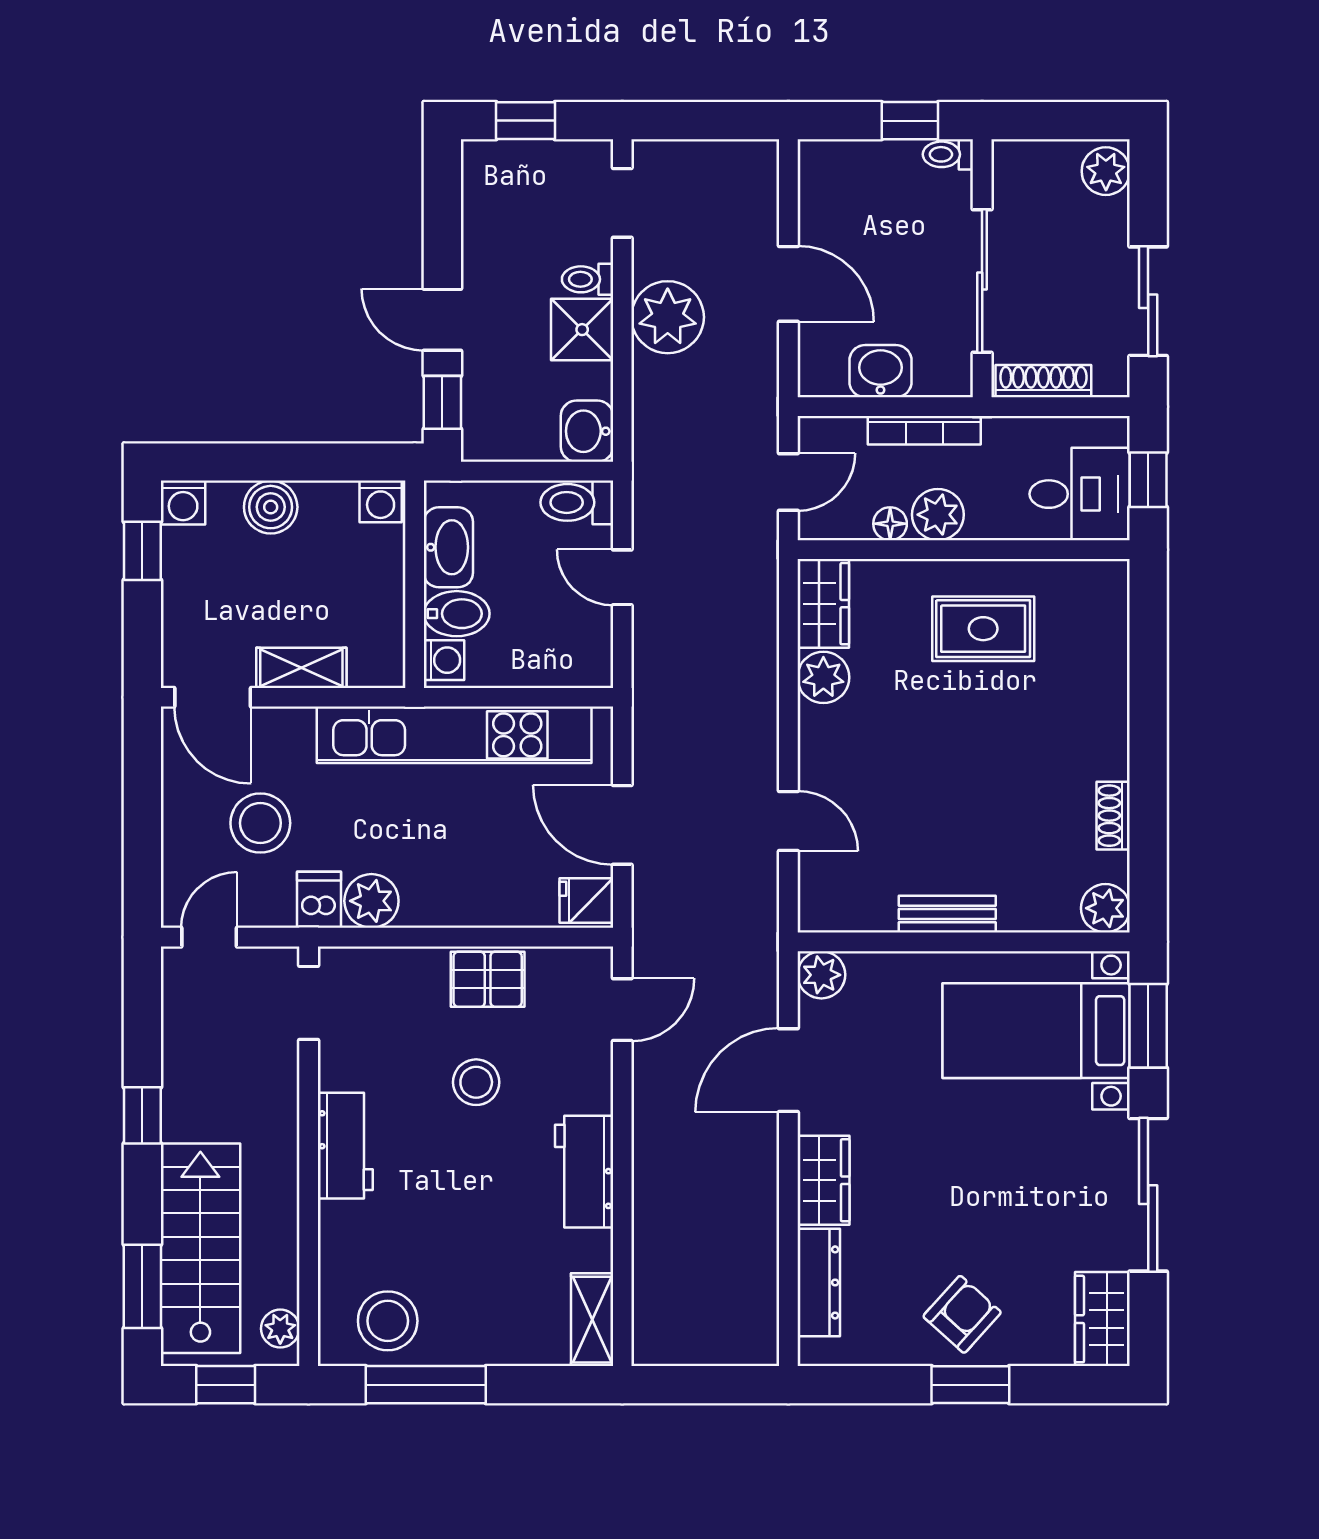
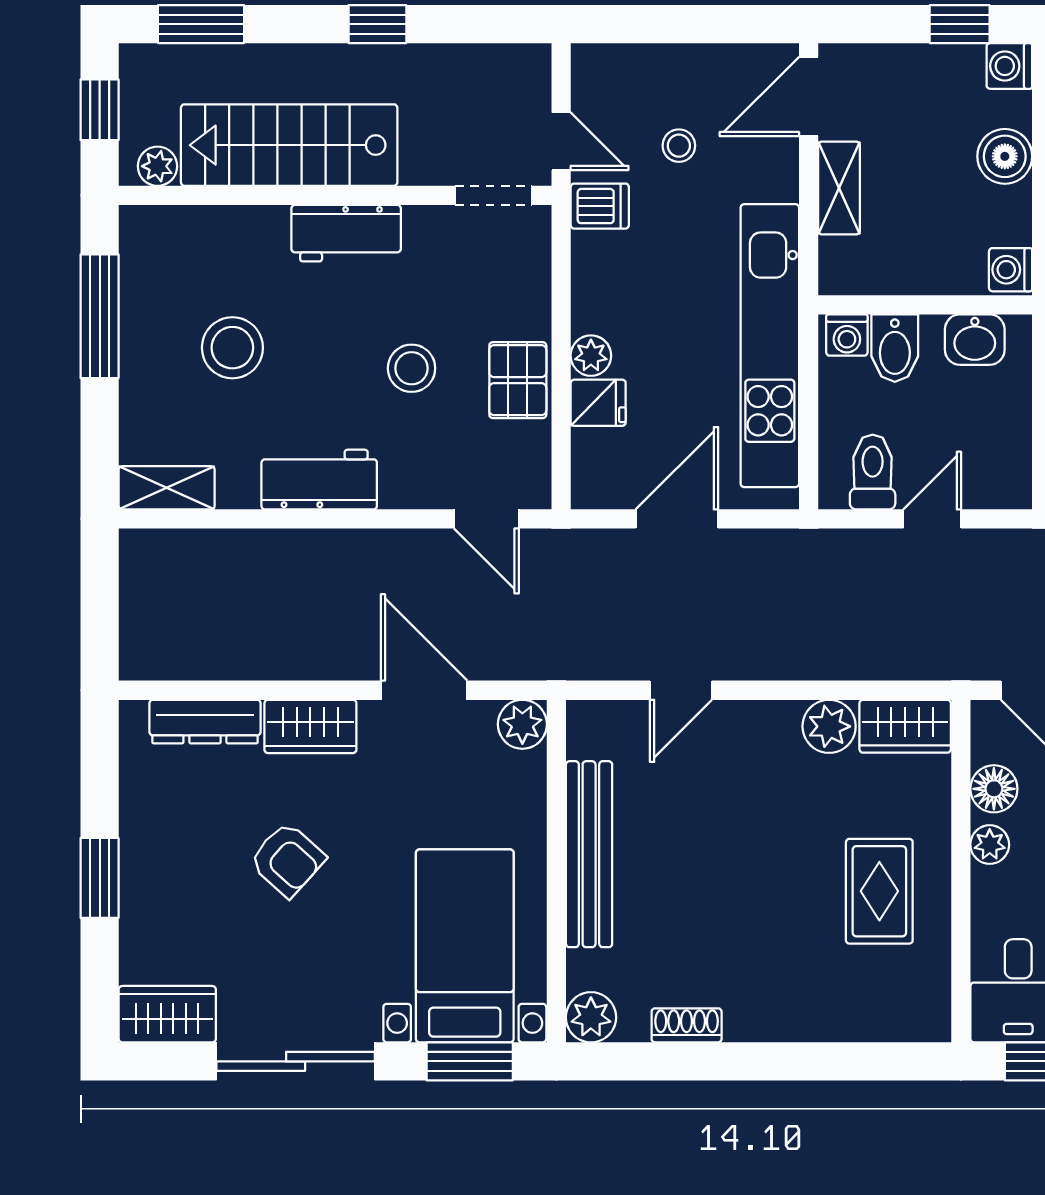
toilet: (577, 502) -> (873, 472), moved
plant: (938, 515) -> (990, 845), width x0.73, depth x0.73
floor lamp: (890, 524) -> (994, 789), width x1.37, depth x1.37
washbasin: (448, 547) -> (975, 340), width x0.72
stool: (260, 823) -> (679, 146), width x0.53, depth x0.53
fridge: (586, 900) -> (598, 403), moved, turned 90
plant: (371, 901) -> (591, 356), moved, width x0.73, depth x0.73
bench: (947, 914) -> (589, 854), width x1.86, depth x1.21
door: (209, 937) -> (561, 141), moved
stairs: (200, 1248) -> (289, 145), moved, turned 180
armchair: (962, 1314) -> (287, 860), moved
stool: (388, 1321) -> (232, 348), moved

